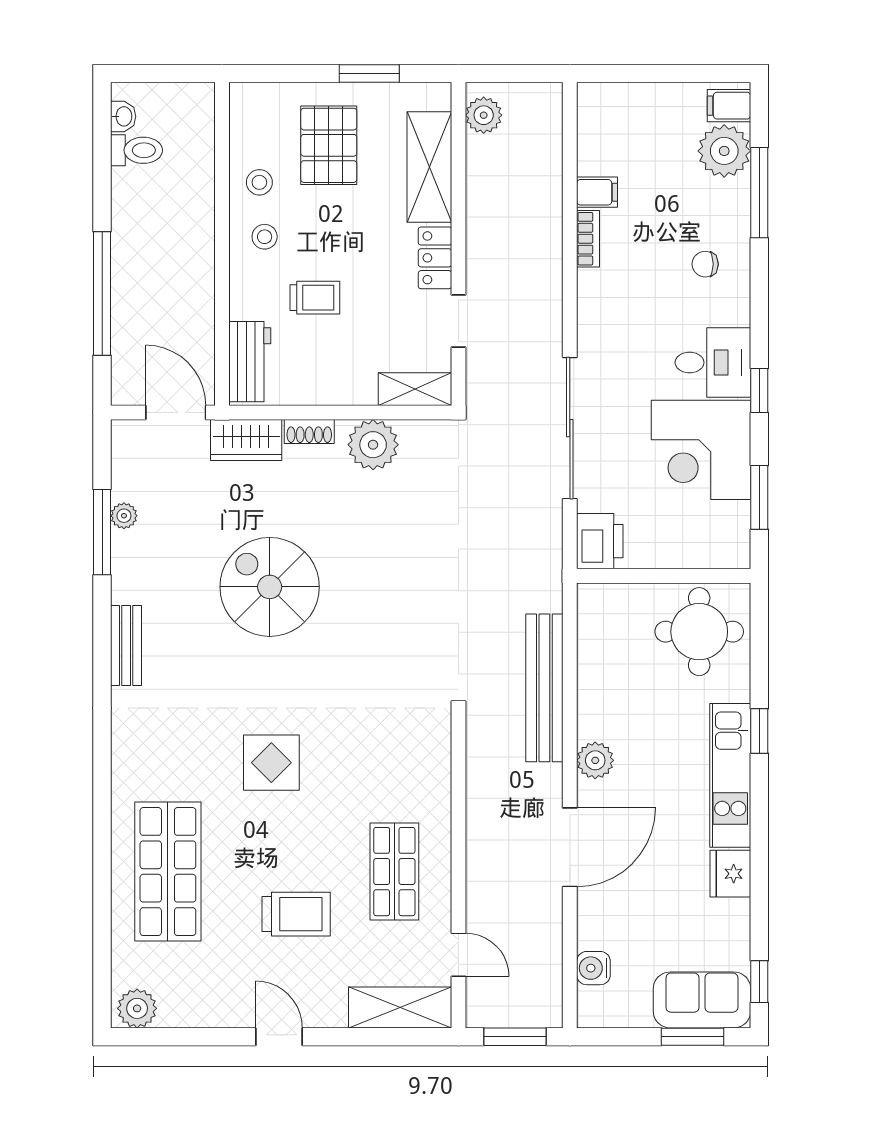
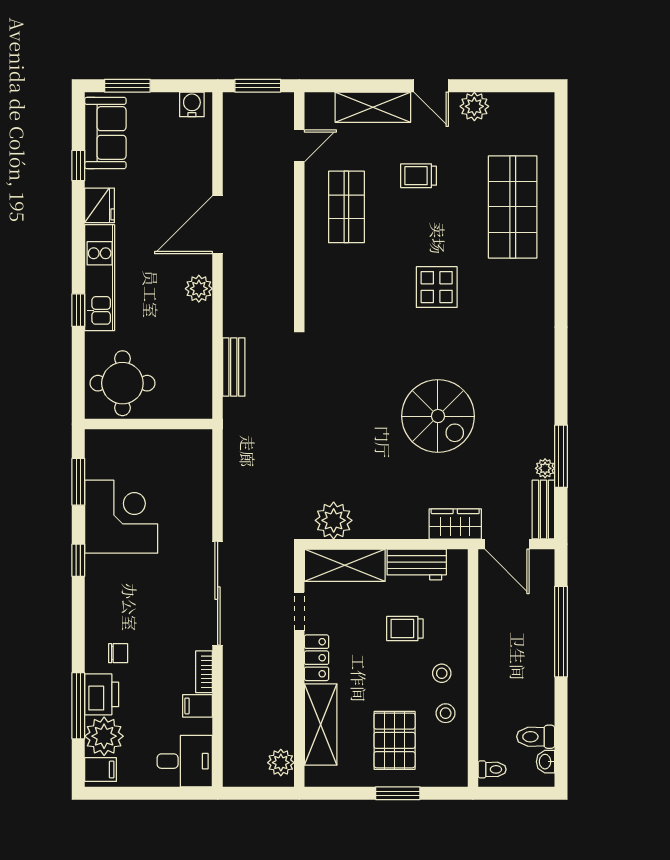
window: (369, 73) -> (398, 793), moved
toilet: (196, 106) -> (492, 769), added
workbench: (250, 362) -> (417, 565), moved, turned -90
desk: (713, 363) -> (185, 761), moved, turned 180
shelving: (415, 389) -> (345, 565), width x1.50, depth x1.33
sliding door: (570, 428) -> (218, 593), moved
shoe rack: (309, 432) -> (409, 530), removed
plant: (373, 445) -> (334, 520), moved
printer: (600, 541) -> (102, 694), moved, turned 180
bench: (126, 645) -> (543, 509), moved
bench: (544, 688) -> (234, 367), width x0.54, depth x0.82
trolley: (296, 914) -> (419, 176), width x0.73, depth x0.72
door: (458, 955) -> (299, 146), swing flipped
water cooler: (593, 968) -> (192, 104), moved, turned -90
window: (759, 982) -> (78, 166), moved
sofa: (702, 1000) -> (105, 133), moved, turned -90
shelving: (400, 1007) -> (373, 107), moved
plant: (137, 1008) -> (474, 106), moved

